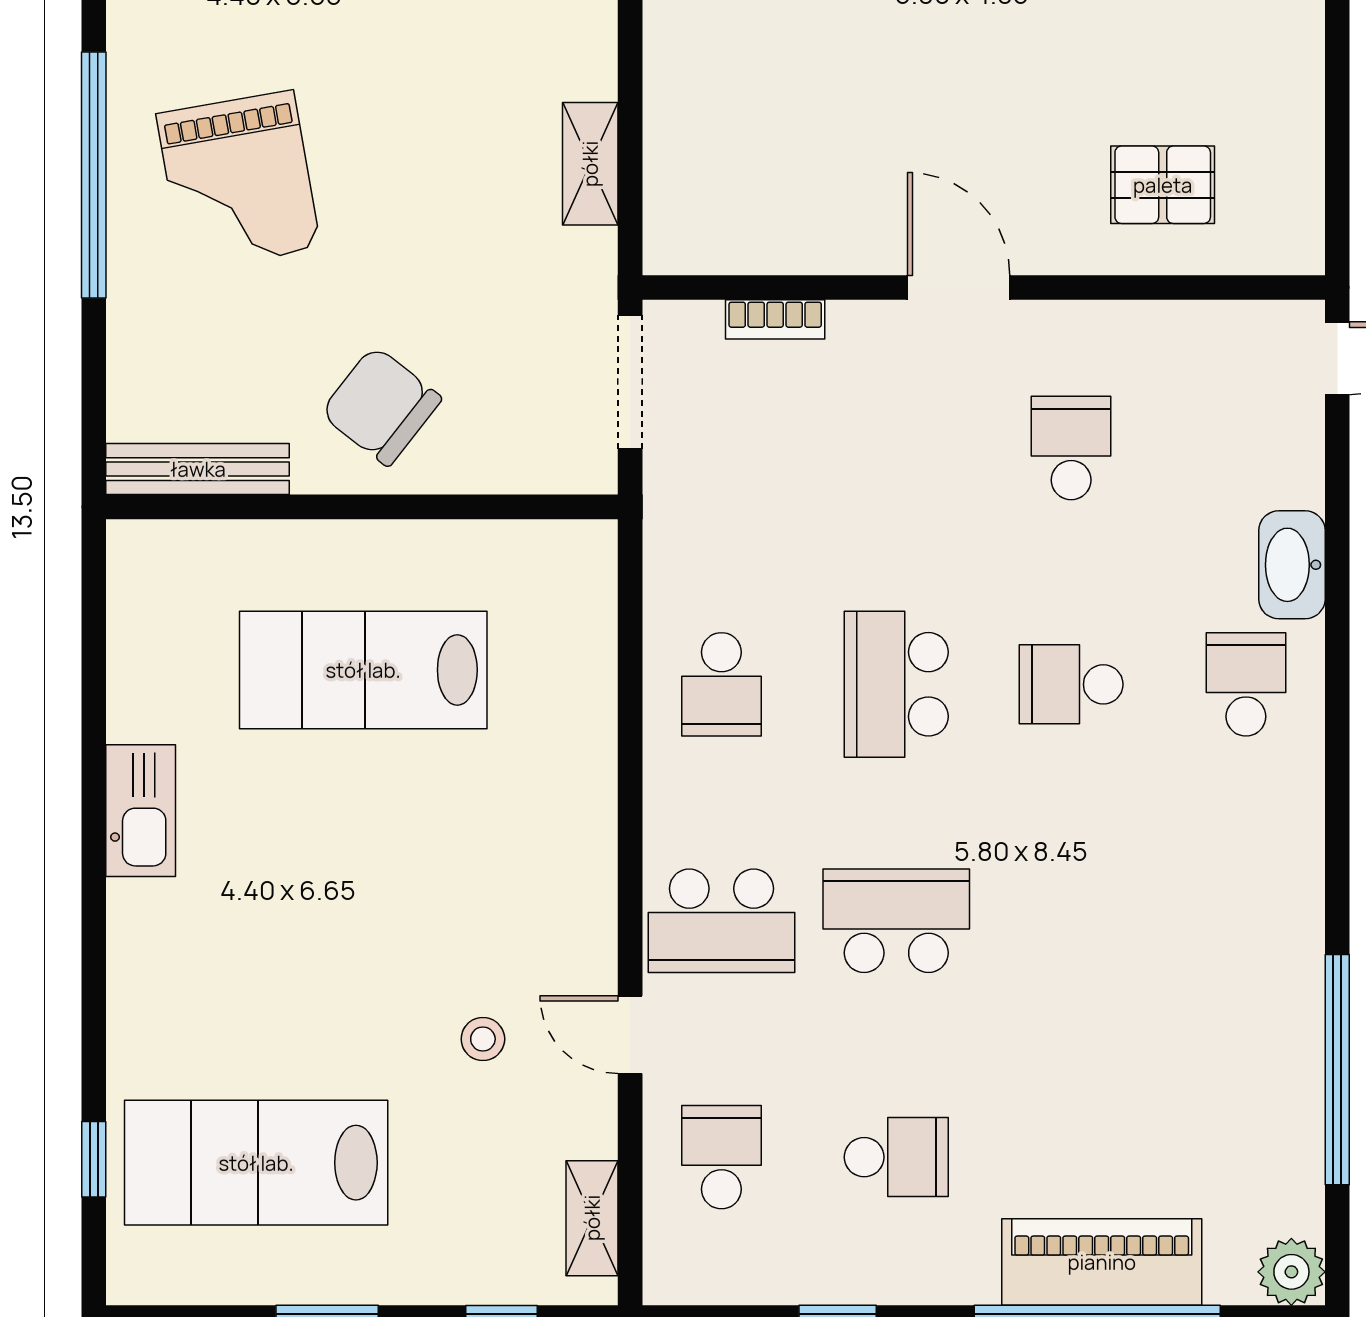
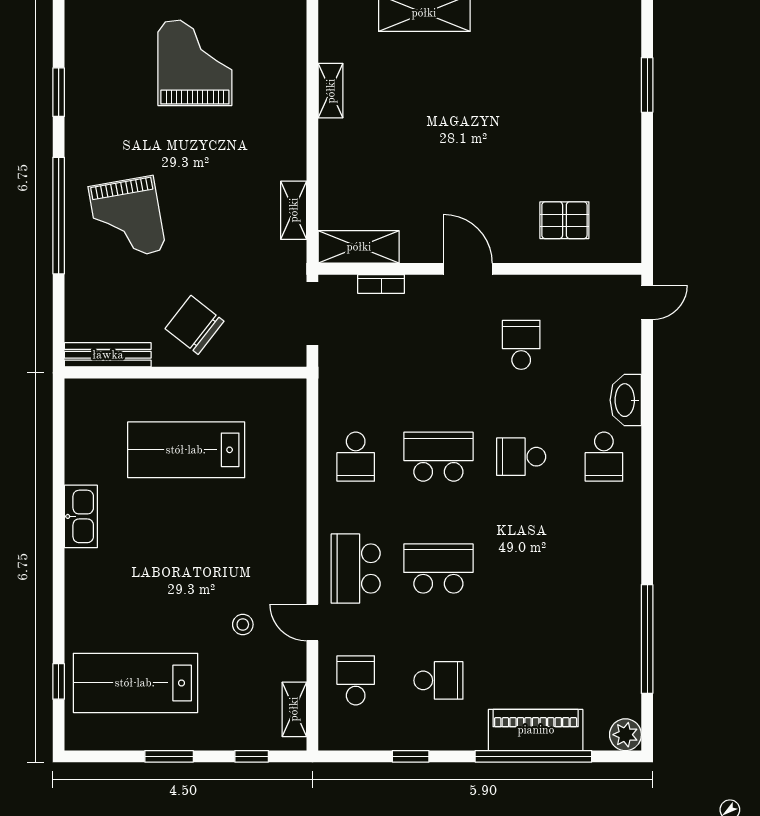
shelving: (728, 241) -> (359, 247), added
school desk: (896, 684) -> (438, 457), turned 90
school desk: (1246, 684) -> (604, 457), turned 180
school desk: (721, 921) -> (356, 569), turned 90

